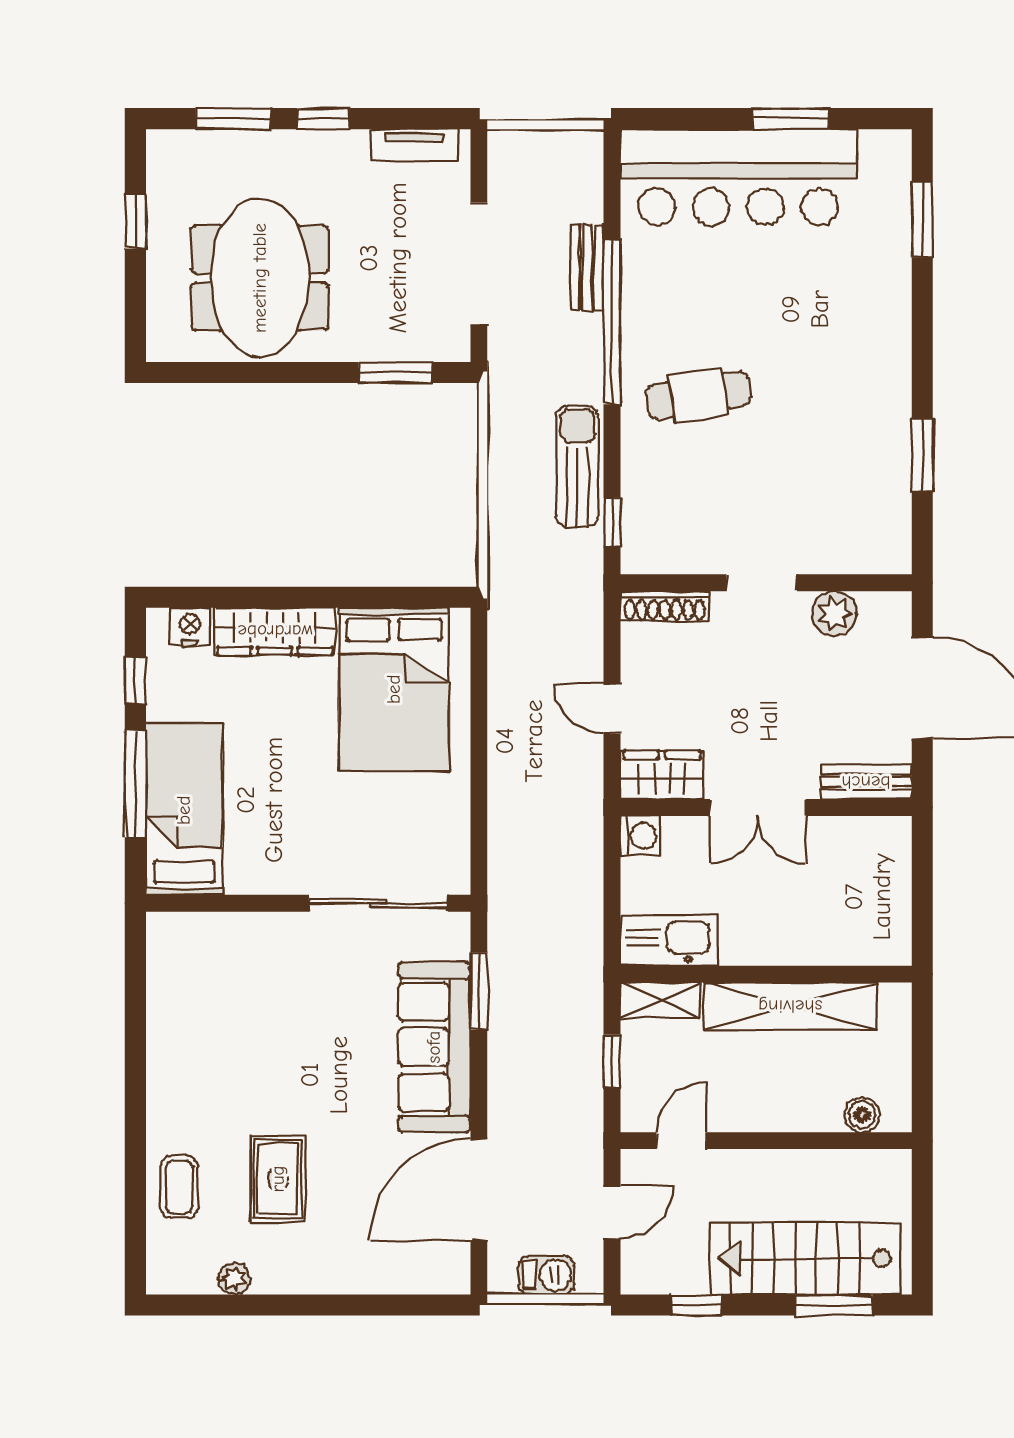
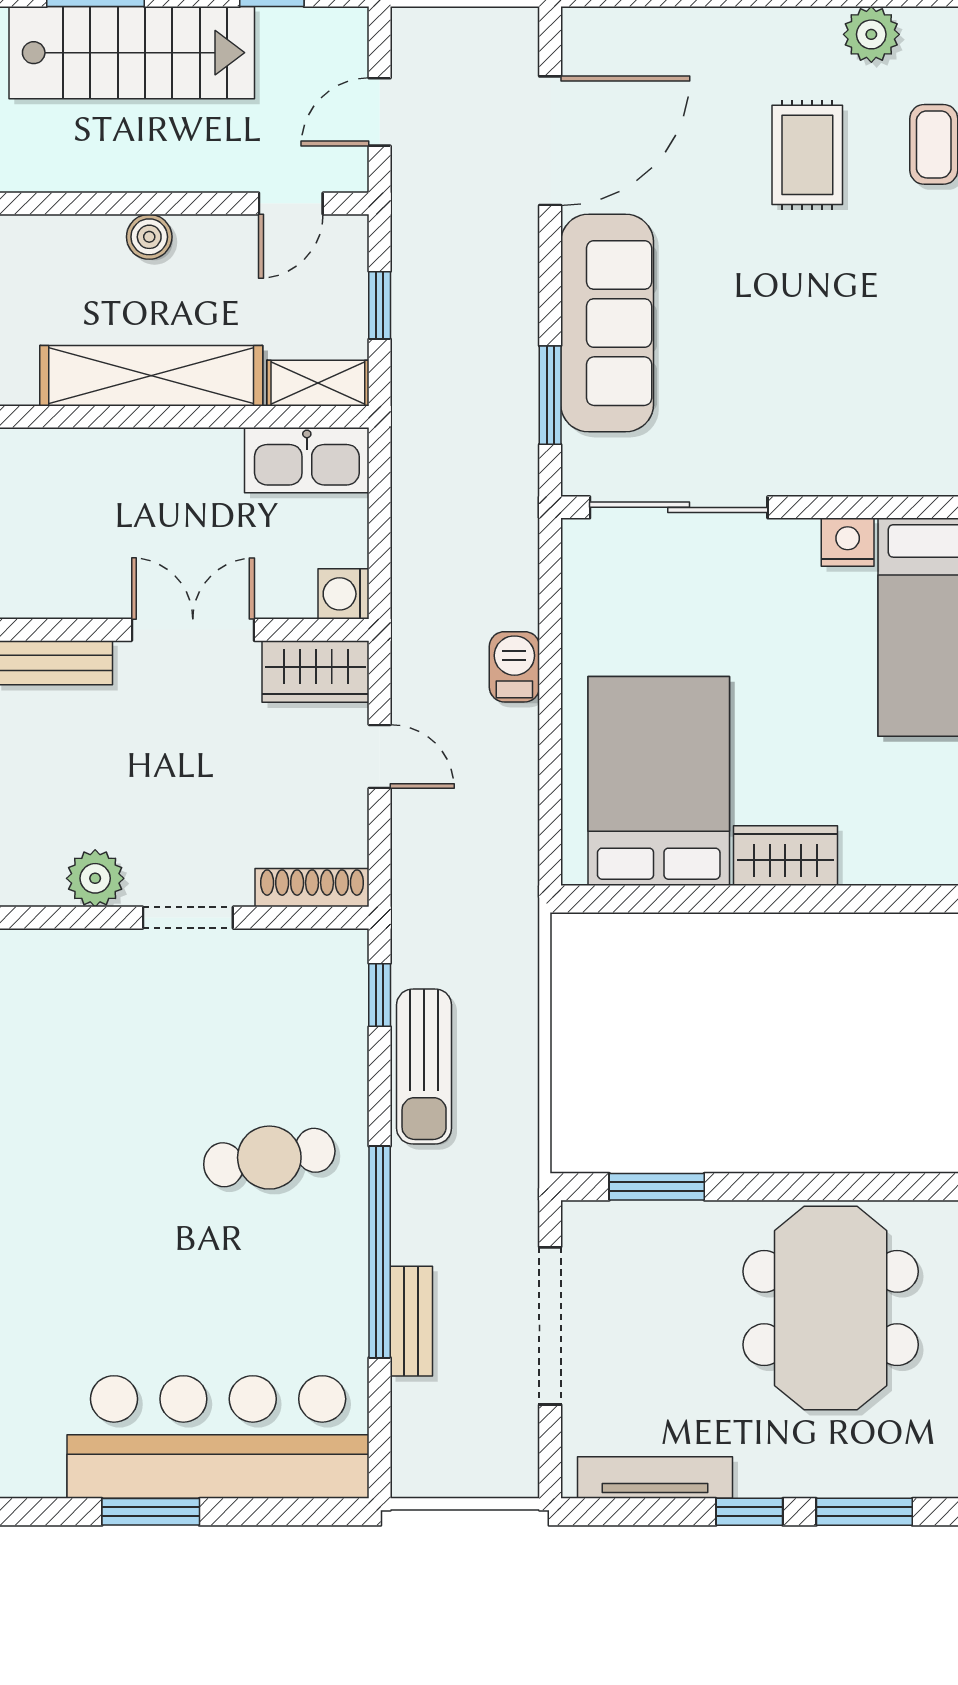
tv unit: (414, 145) -> (655, 1478), width x1.41
nightstand: (190, 627) -> (848, 542), moved, turned 180
wardrobe: (275, 631) -> (785, 856), width x0.67
boiler: (862, 1115) -> (149, 237), moved
barbecue: (547, 1275) -> (514, 667), moved, turned 90
plant: (234, 1279) -> (871, 34), width x1.38, depth x1.38

